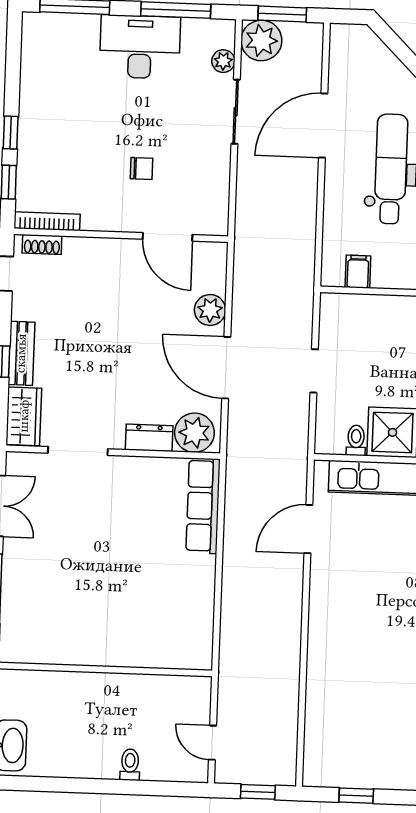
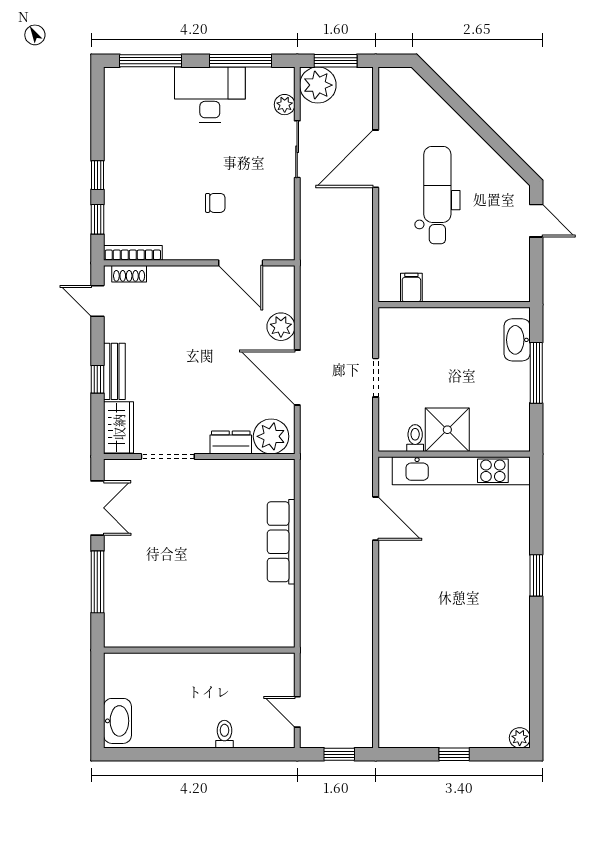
row of seats: (203, 506) -> (281, 542), moved
door: (308, 529) -> (376, 519), swing flipped
window: (356, 796) -> (454, 754), moved

